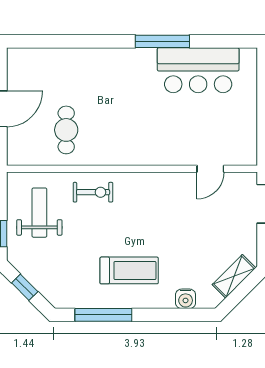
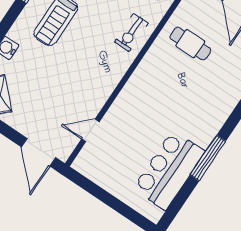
door: (210, 169) -> (90, 130), hinge flipped

